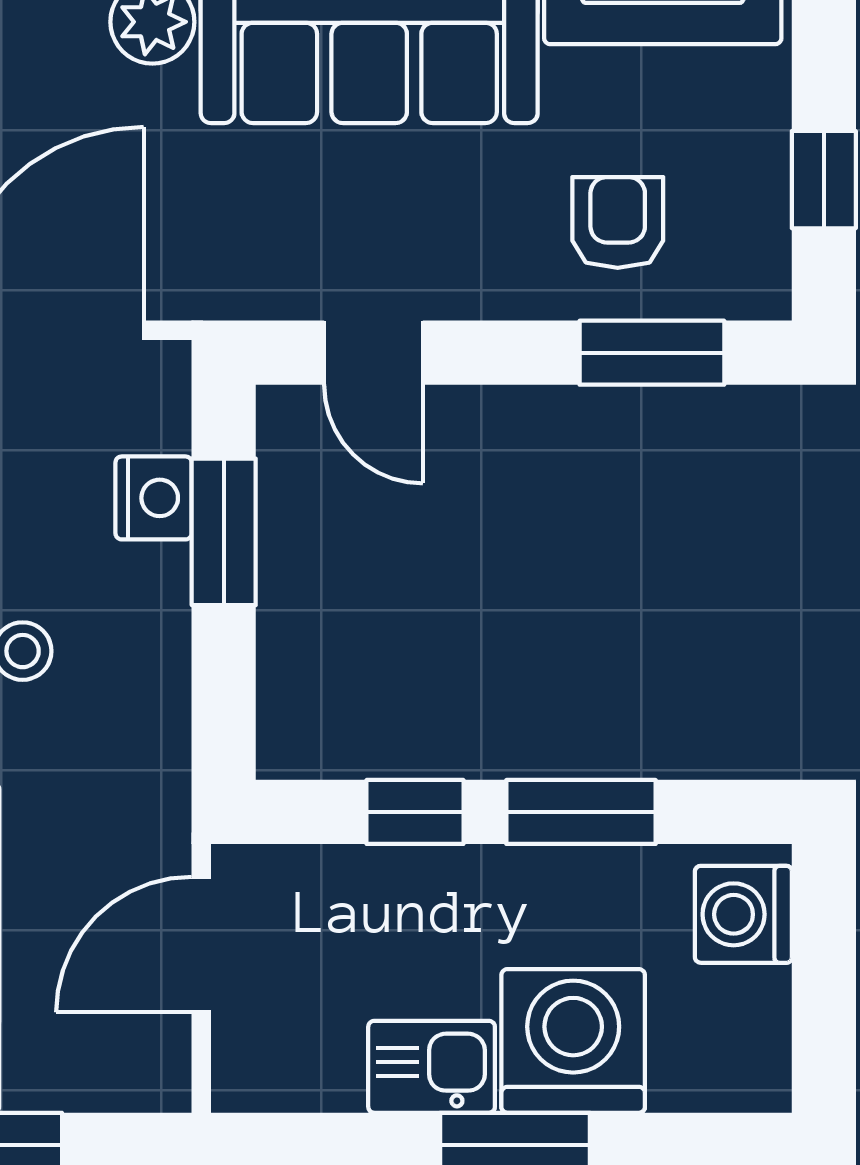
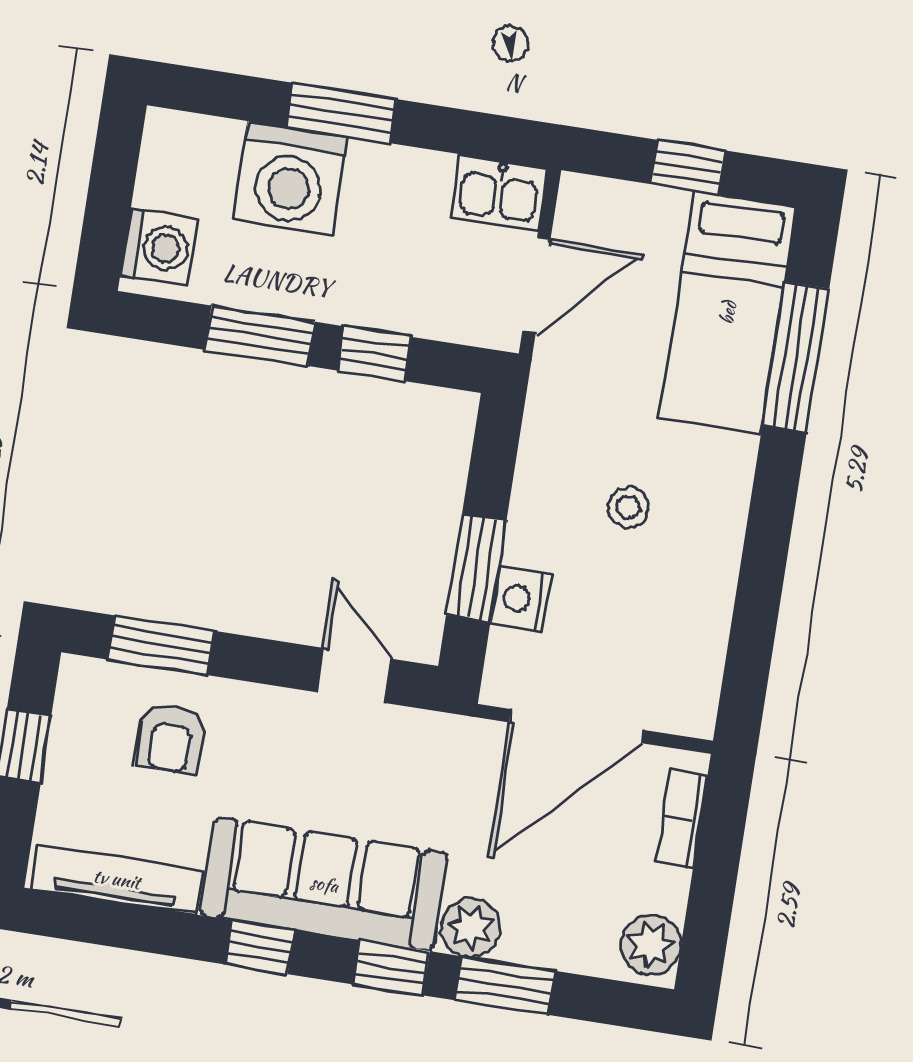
kitchen sink: (432, 1067) -> (499, 193), moved

